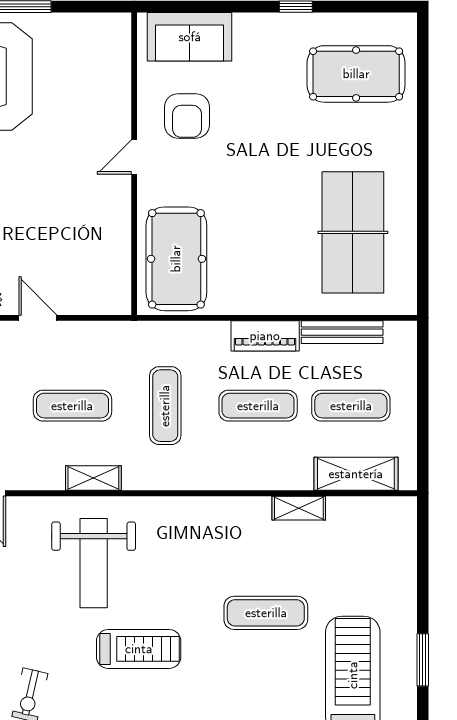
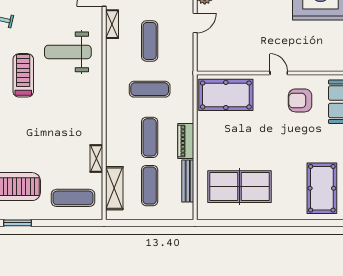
shelving: (93, 478) -> (112, 24), moved
exercise mat: (266, 613) -> (73, 198), moved, turned 90
treadmill: (139, 649) -> (23, 75), turned 180

